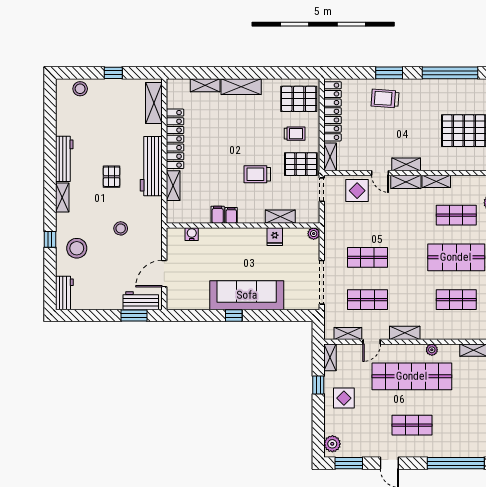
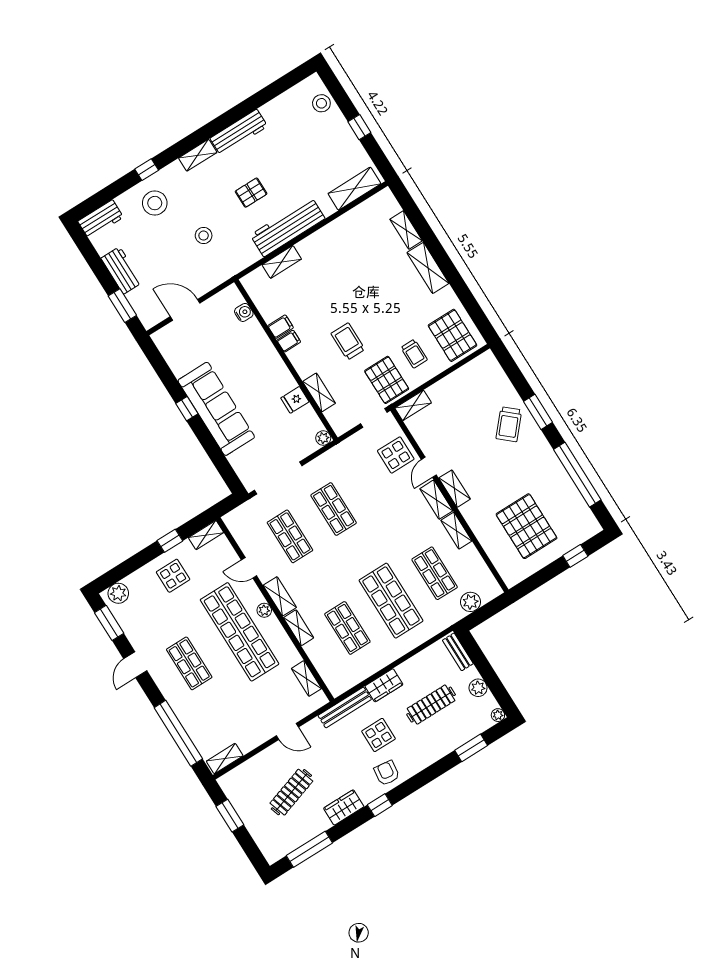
trolley: (385, 98) -> (509, 424), turned -143
locker: (333, 111) -> (462, 378), removed
locker: (175, 139) -> (331, 234), removed
workbench: (141, 301) -> (121, 270), moved
shelving: (348, 333) -> (299, 628), moved
plant: (432, 350) -> (264, 610), moved

